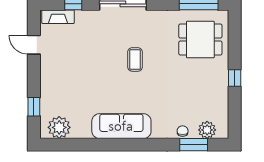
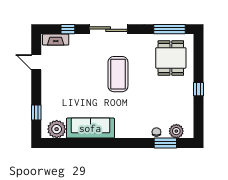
dining table: (200, 40) -> (171, 58), turned 90
coffee table: (135, 59) -> (118, 74), width x1.86, depth x1.72
sofa: (121, 126) -> (90, 128), moved

